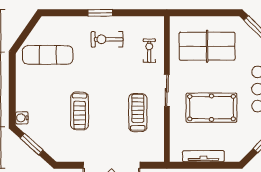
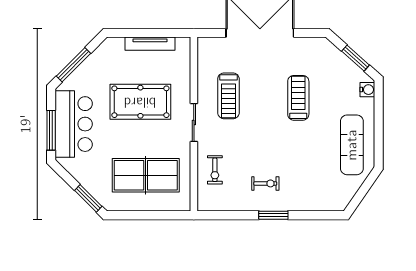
exercise bike: (107, 39) -> (265, 183), width x0.73, depth x0.72
exercise mat: (48, 55) -> (352, 145), moved, turned 90

